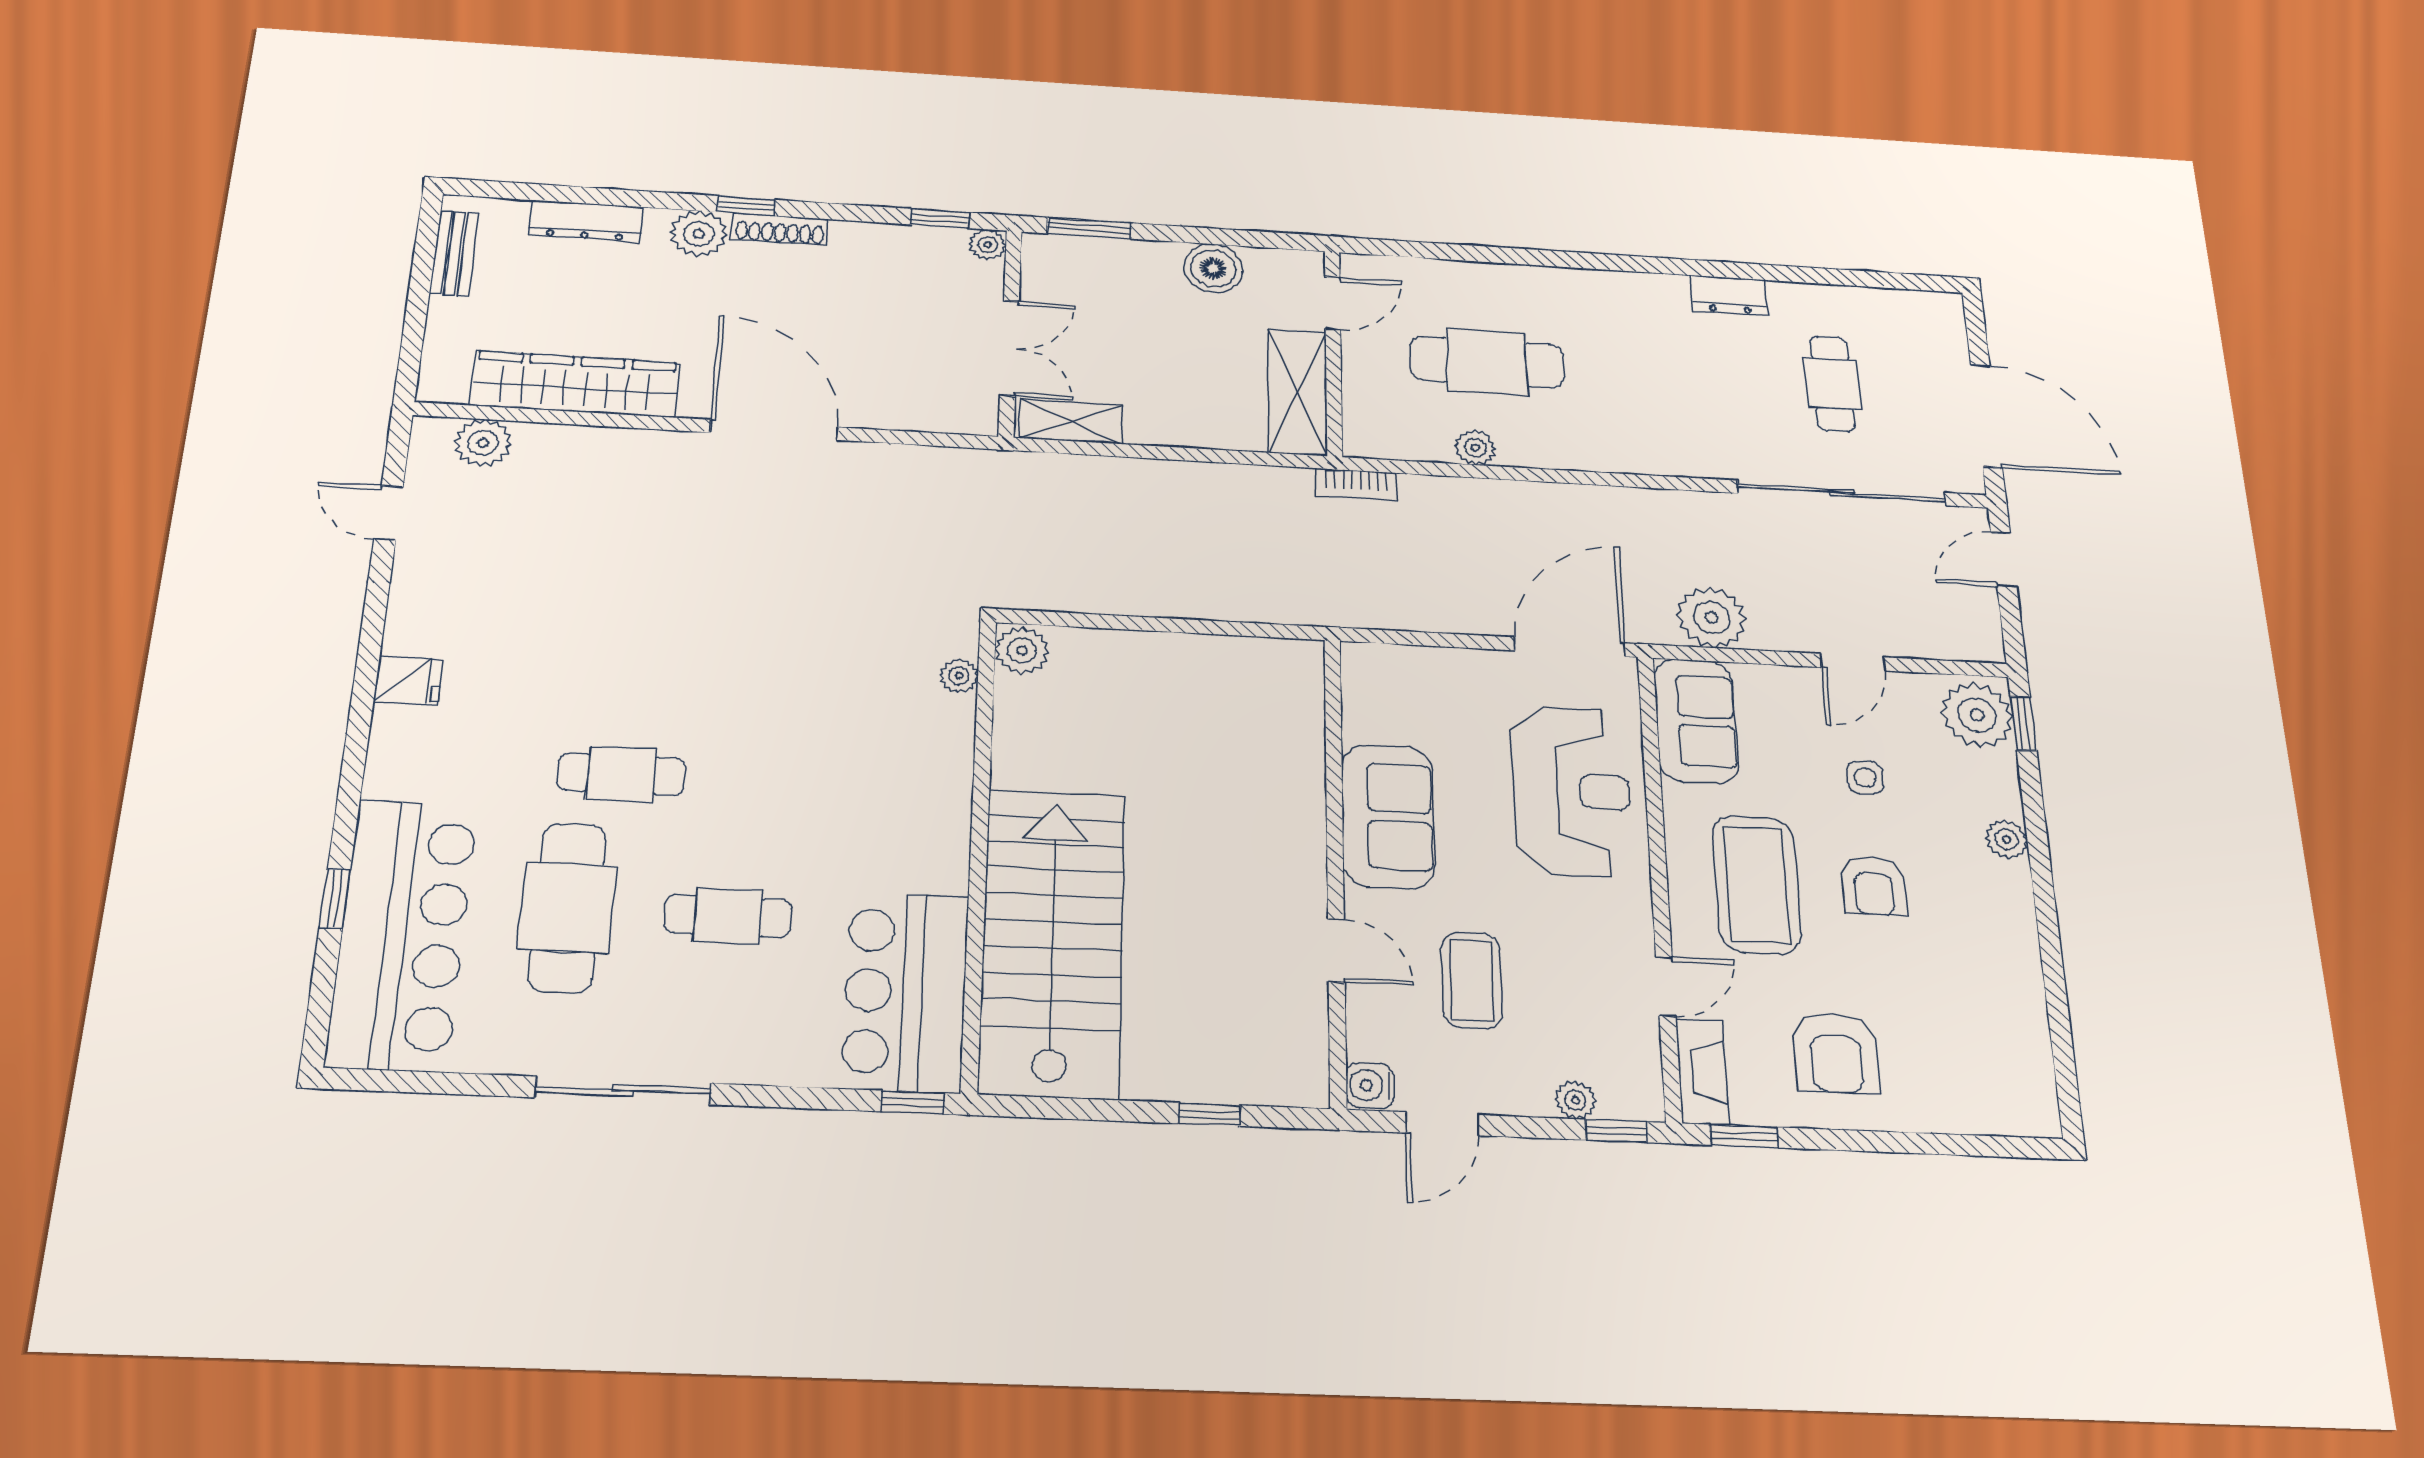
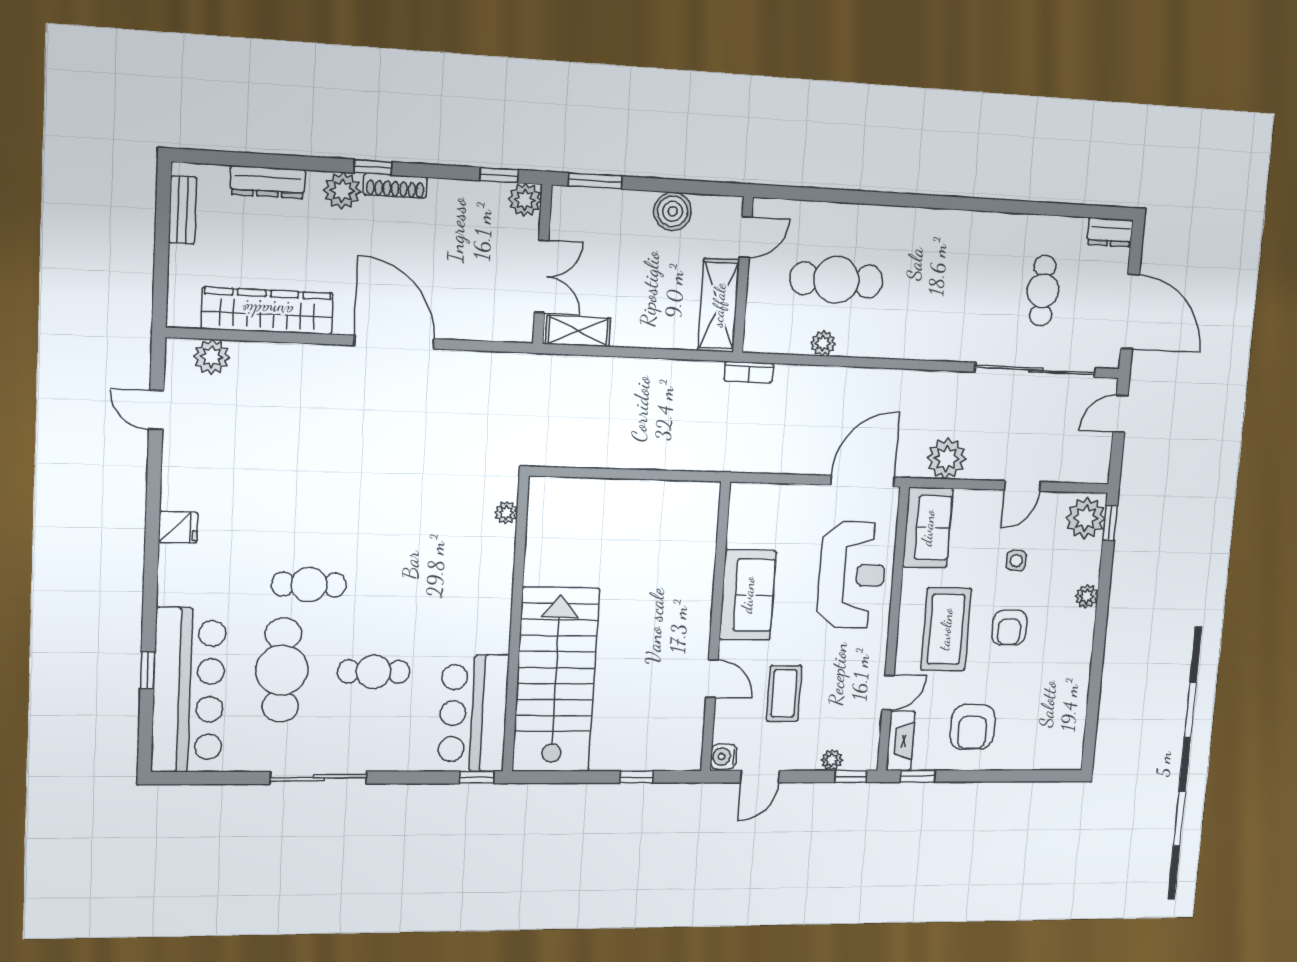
plant: (988, 245) -> (525, 200), width x1.38, depth x1.38
dresser: (1729, 295) -> (1110, 232), moved
plant: (1022, 651) -> (544, 494), removed

